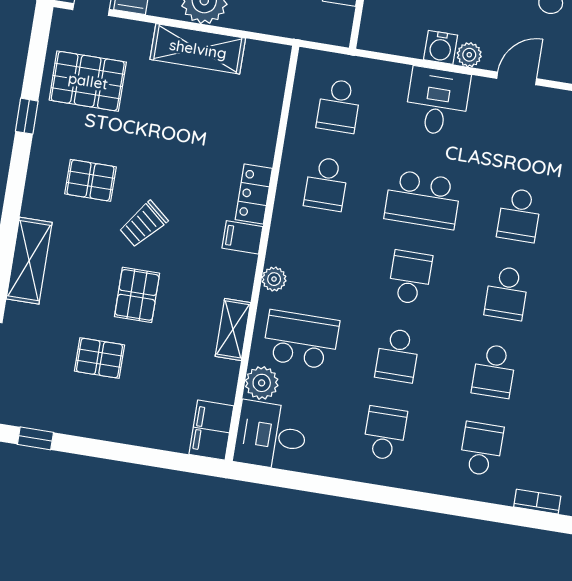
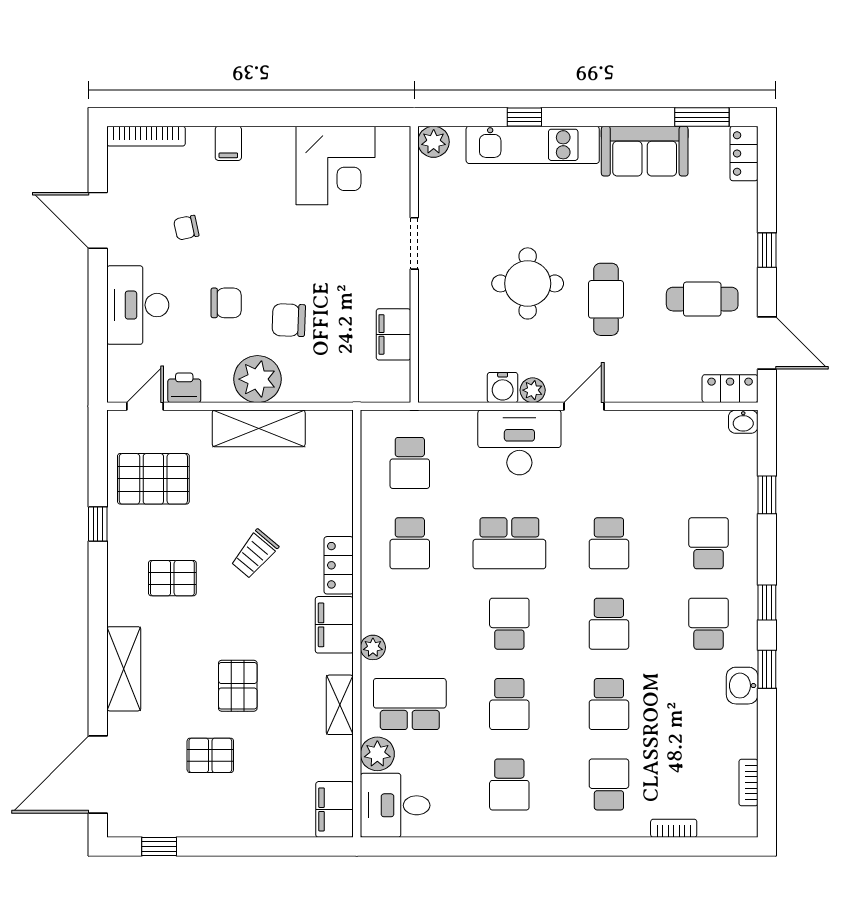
desk: (437, 102) -> (519, 442), width x1.37
trolley: (143, 224) -> (255, 554), moved
filing cabinet: (242, 237) -> (334, 625), width x2.00
school desk: (385, 433) -> (509, 784), turned 180

